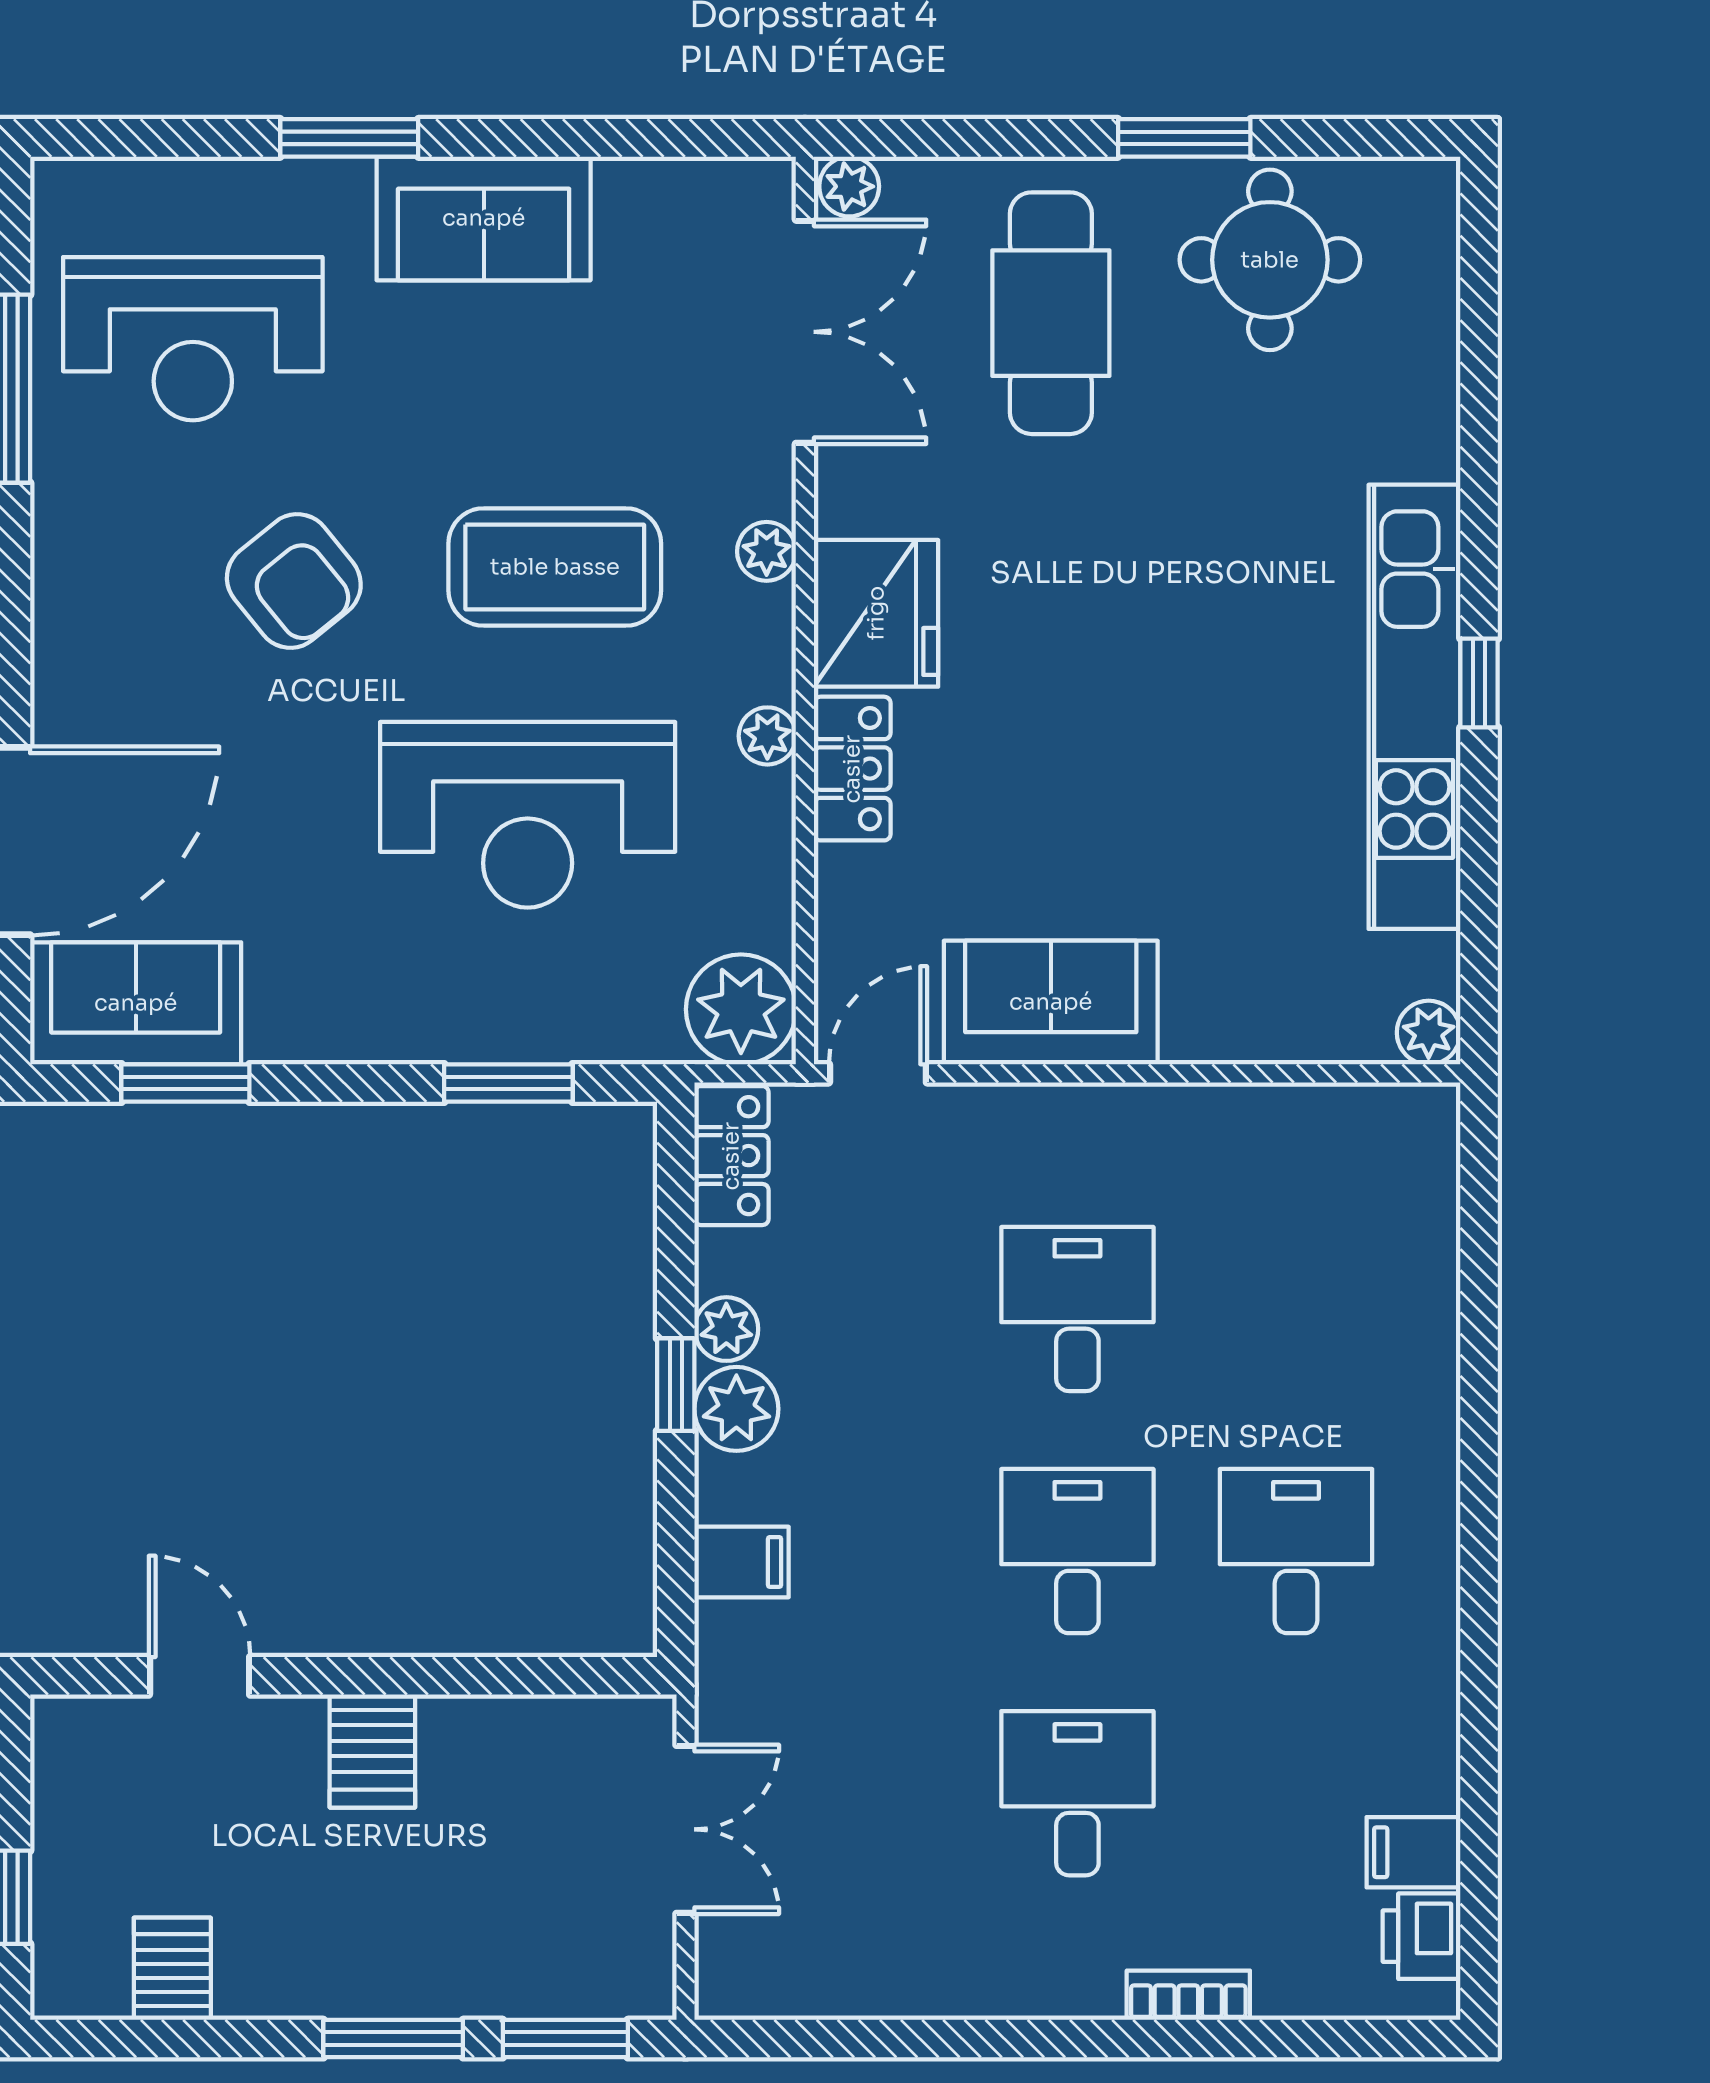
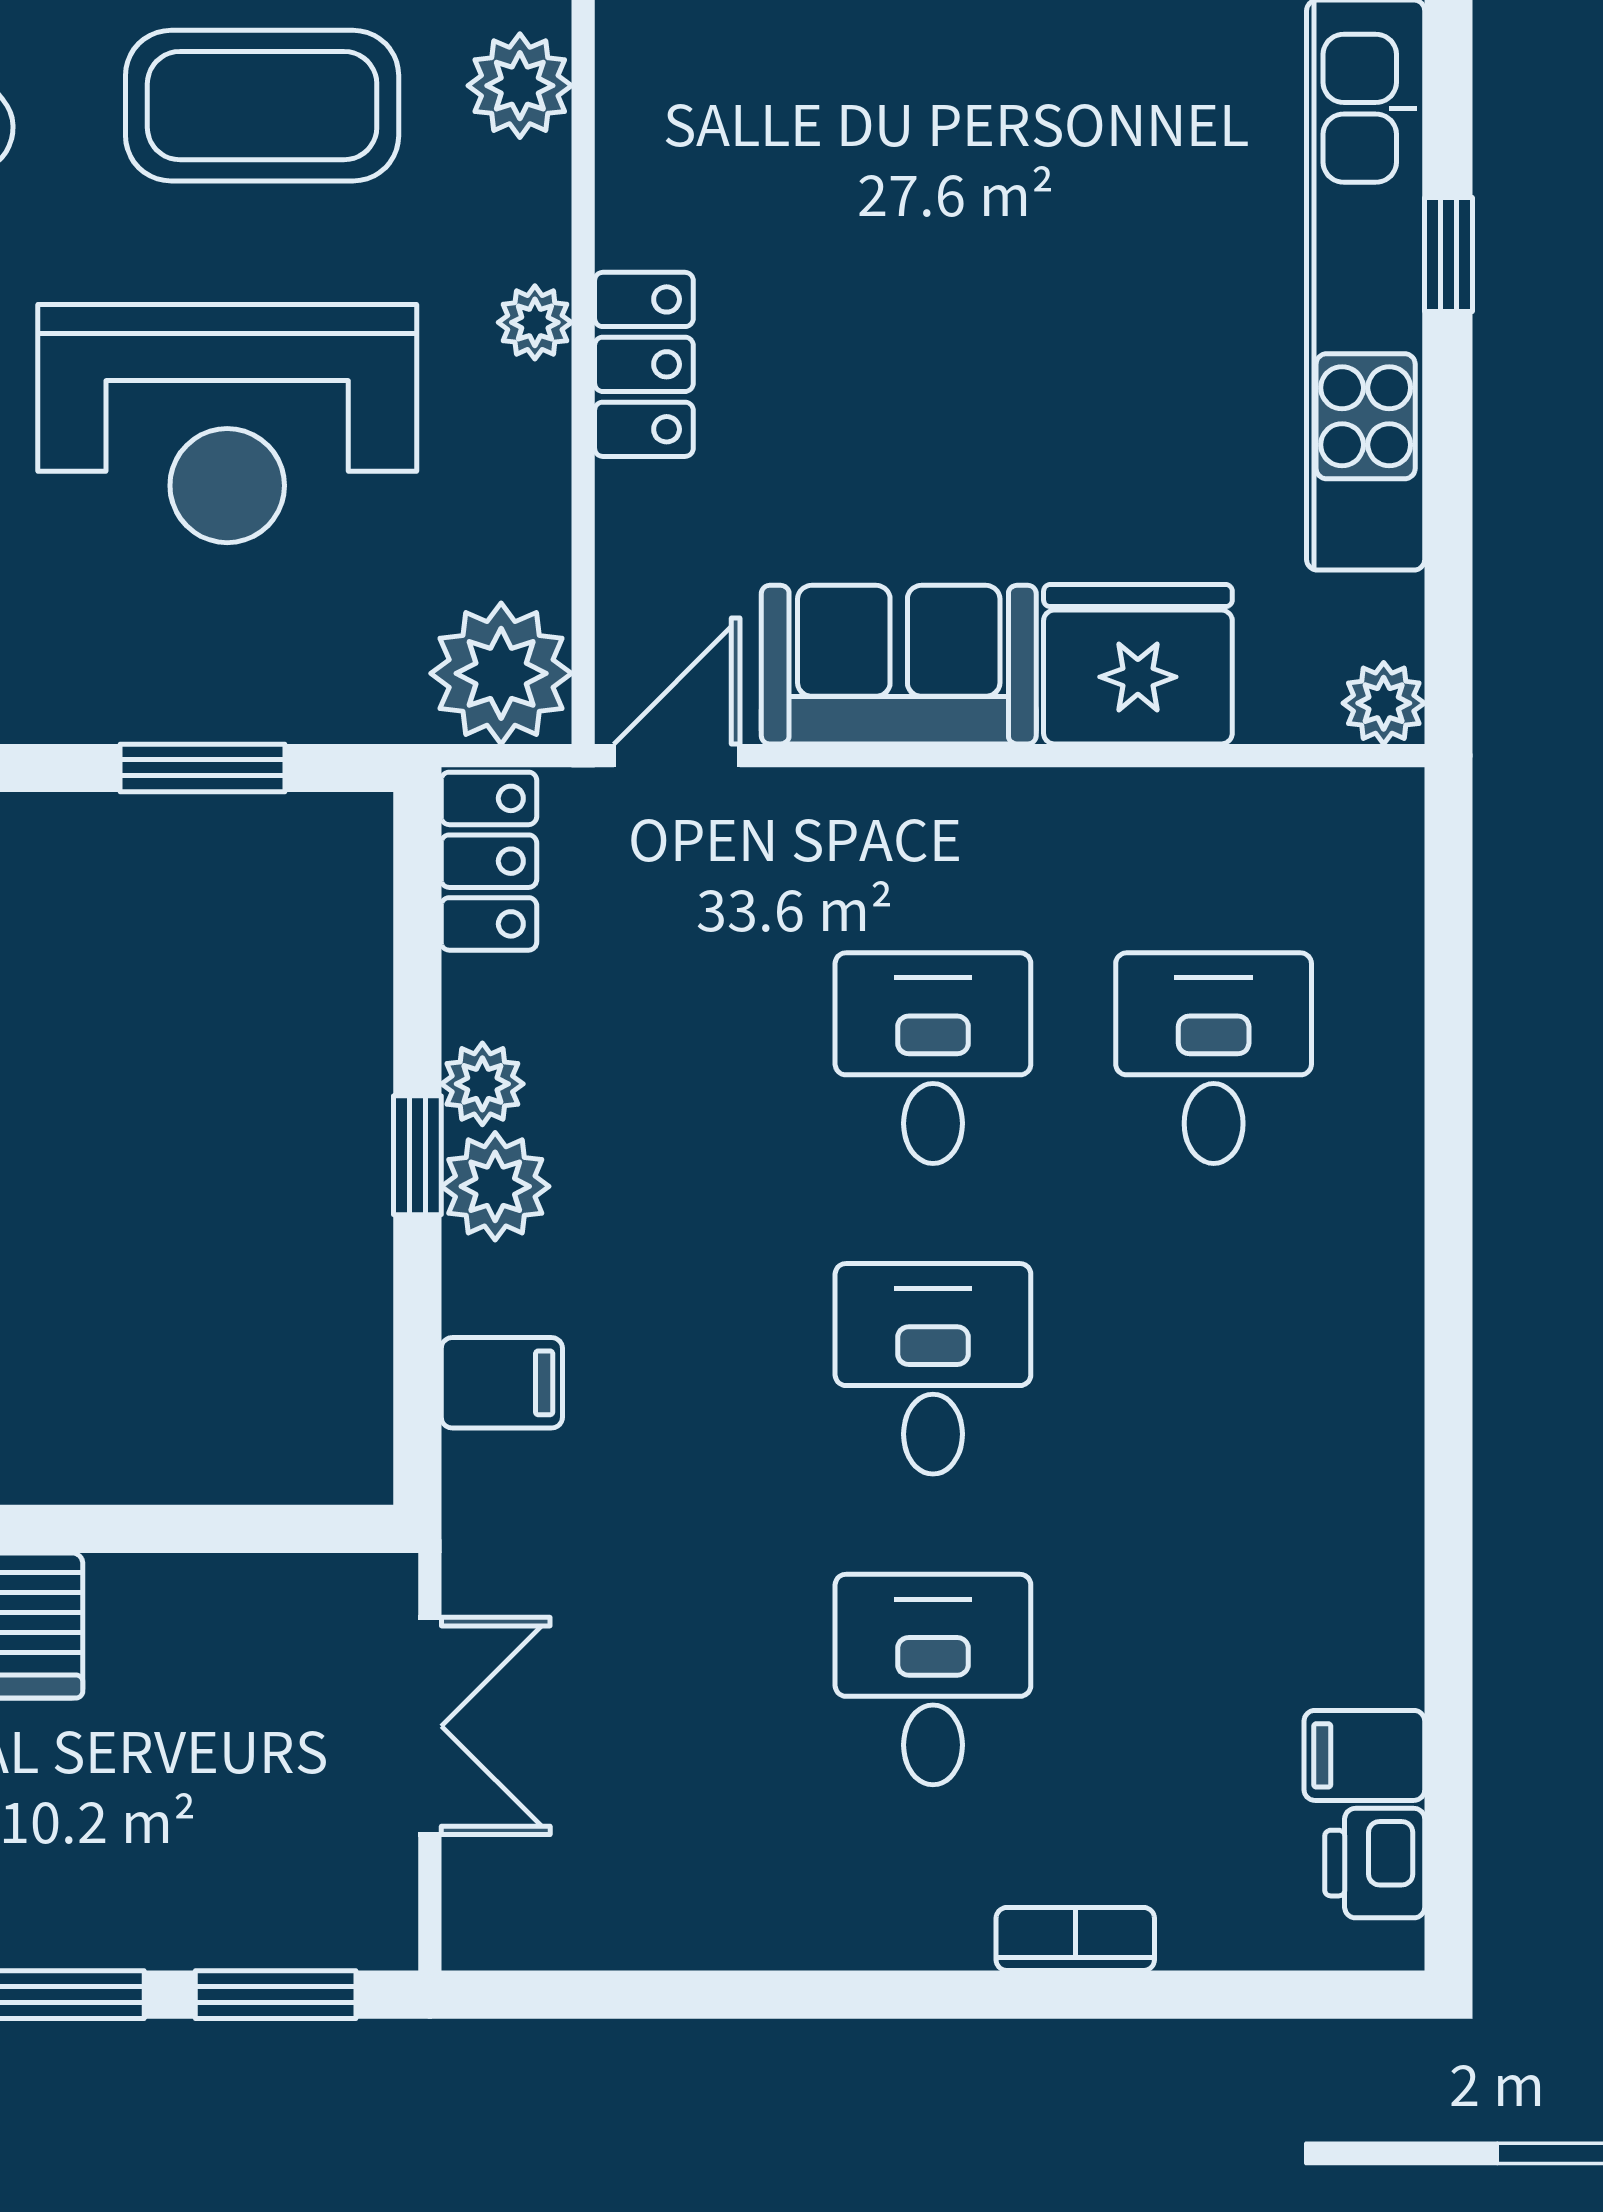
plant: (767, 551) -> (520, 86), width x1.38, depth x1.38
fridge: (876, 613) -> (1138, 664), moved, turned -90
desk: (1296, 1551) -> (1214, 1058), moved

